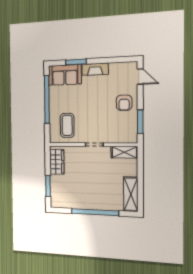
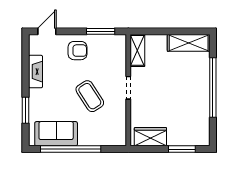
fireplace: (95, 69) -> (36, 72), moved
sofa: (65, 75) -> (56, 134), moved, turned -90
coffee table: (67, 125) -> (90, 96), moved, turned 57

